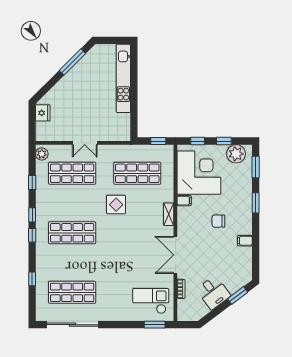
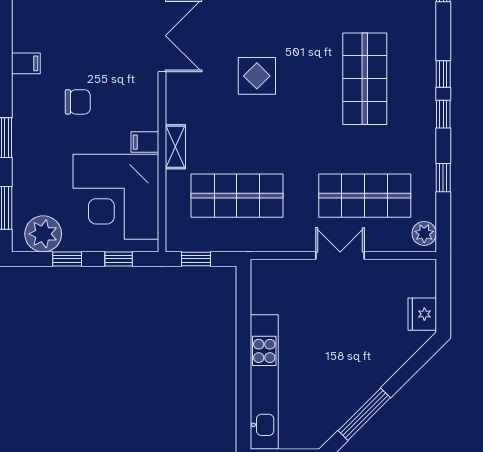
display table: (116, 205) -> (257, 76), moved
shelving: (169, 214) -> (175, 147), moved
shop shelf: (72, 233) -> (365, 79), turned 90

